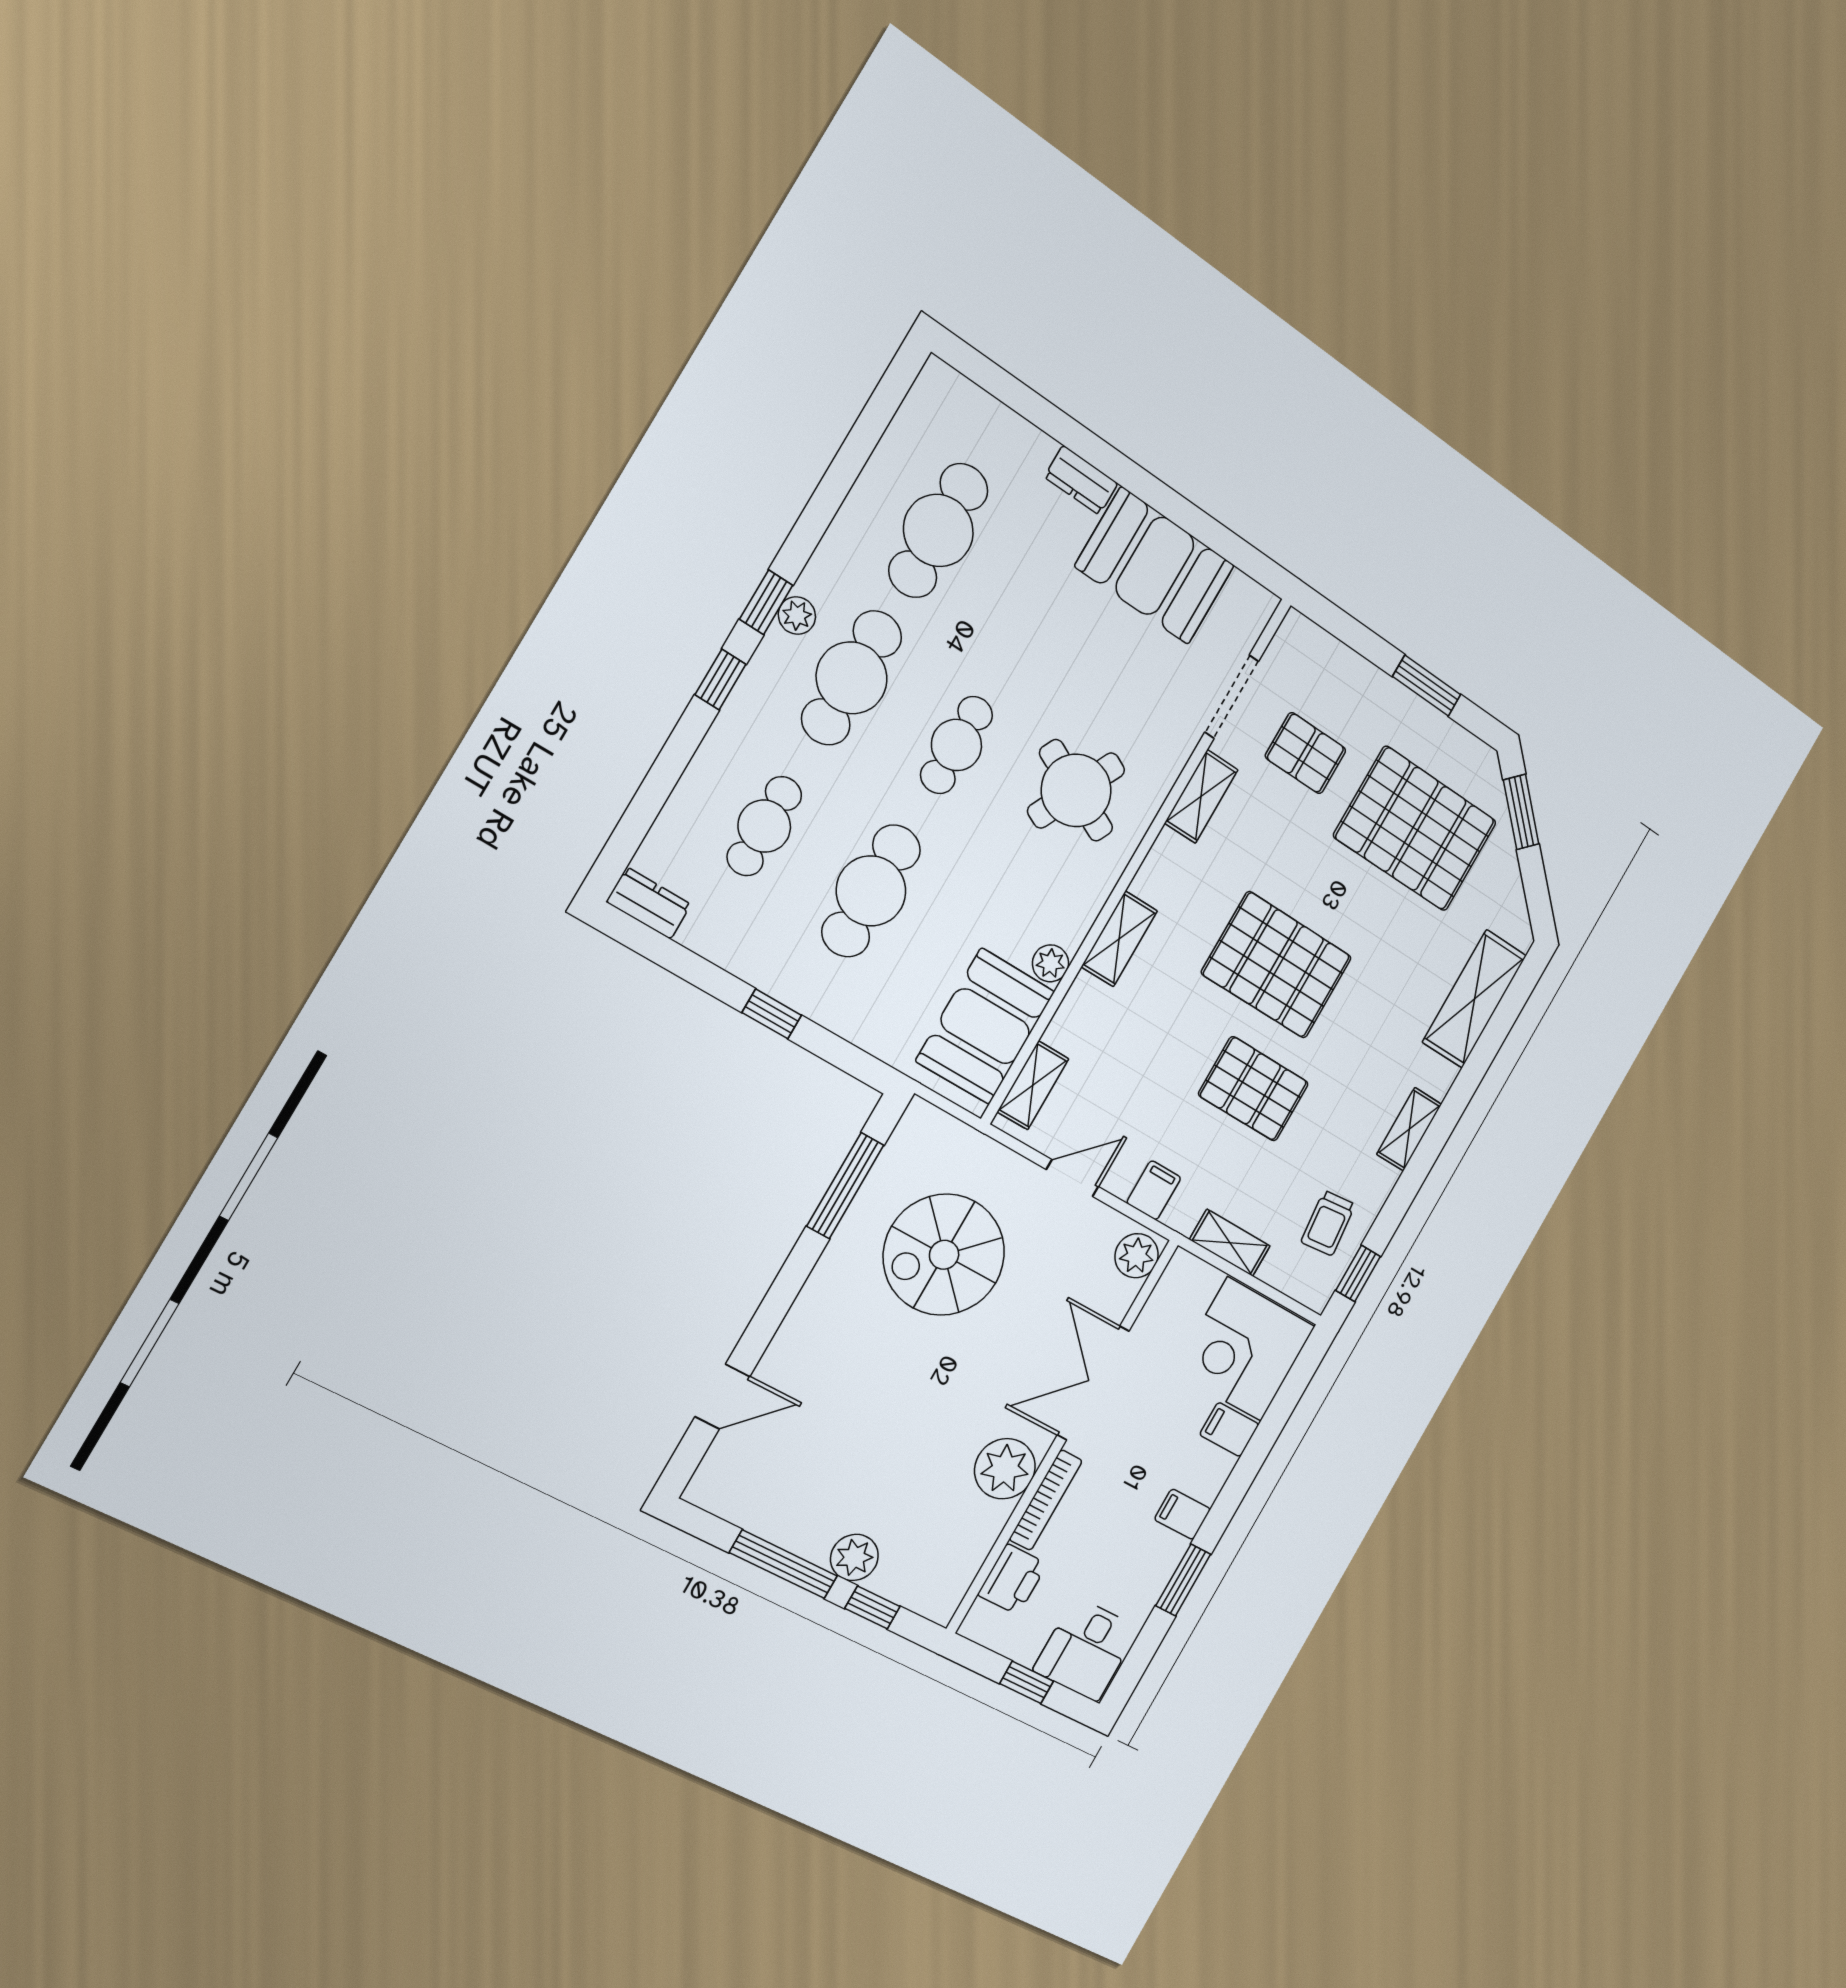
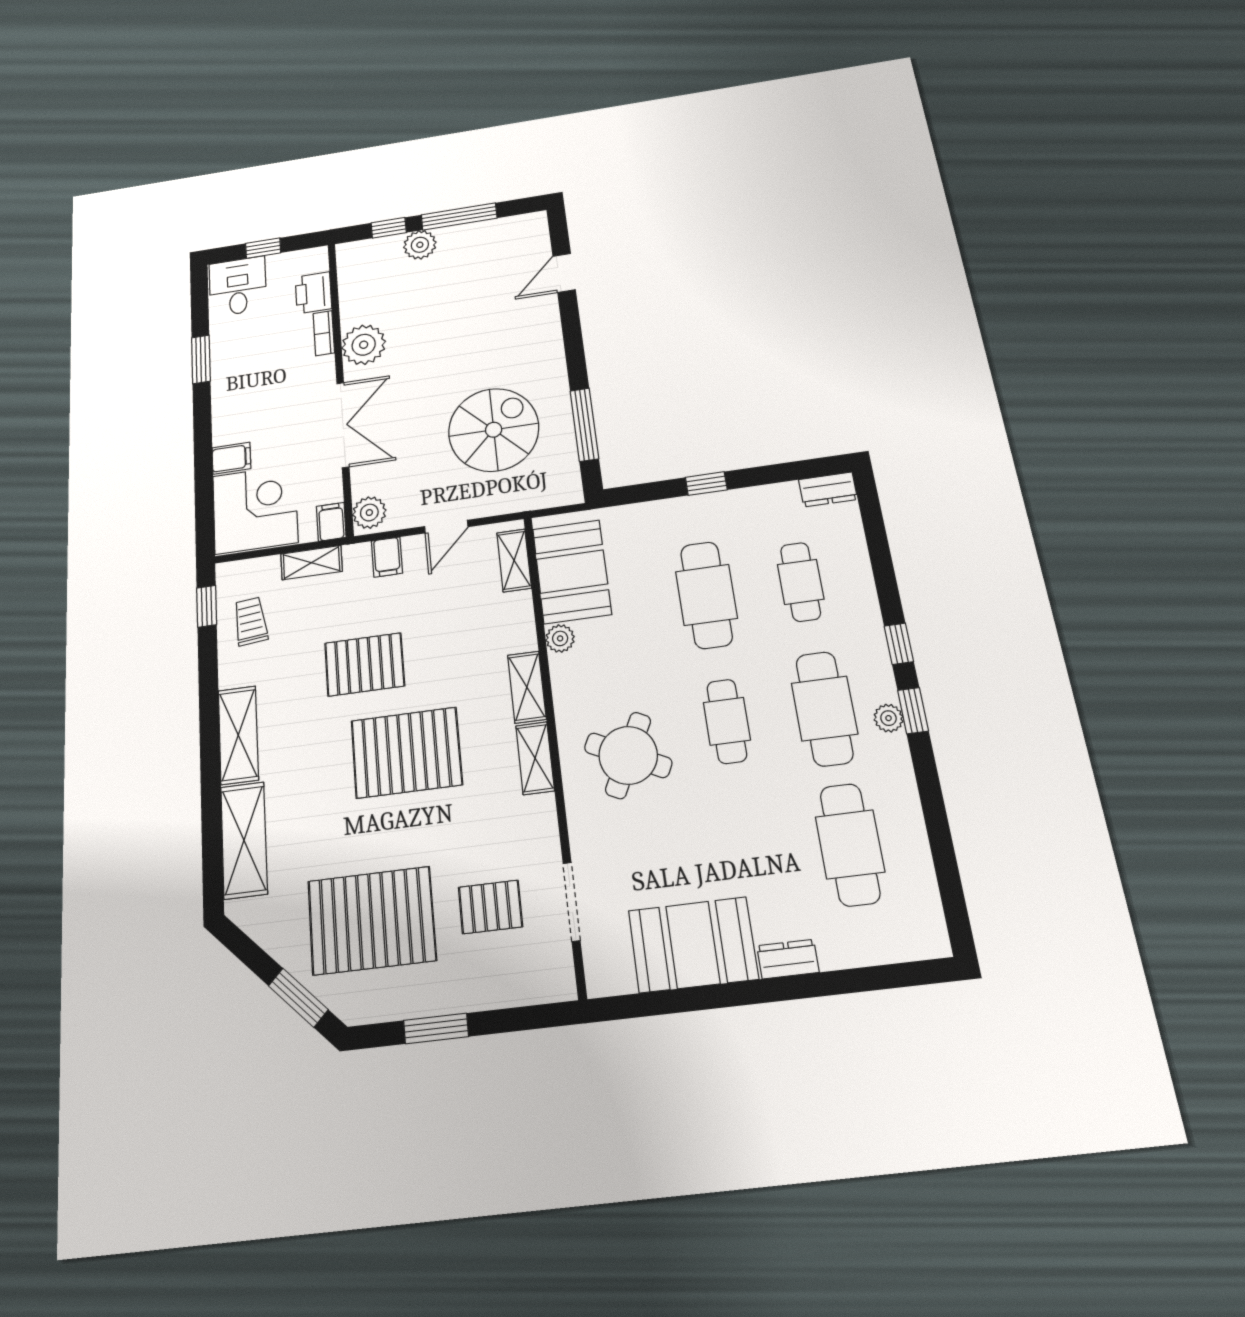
shelving: (1201, 796) -> (535, 758), moved
shelving: (1409, 1129) -> (238, 735), width x1.50, depth x1.33
bookcase: (1046, 1500) -> (324, 333), width x0.64
filing cabinet: (1182, 1514) -> (331, 522), moved, turned -90

